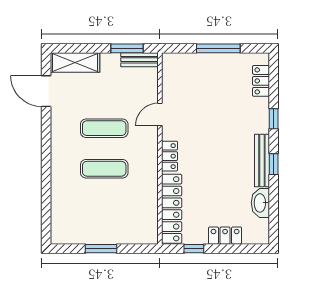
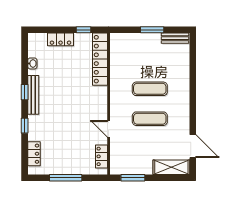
bench: (140, 60) -> (175, 38), moved
door: (160, 115) -> (109, 129), swing flipped
locker: (170, 156) -> (102, 156), moved
washbasin: (260, 203) -> (32, 63), width x0.52, depth x0.69

